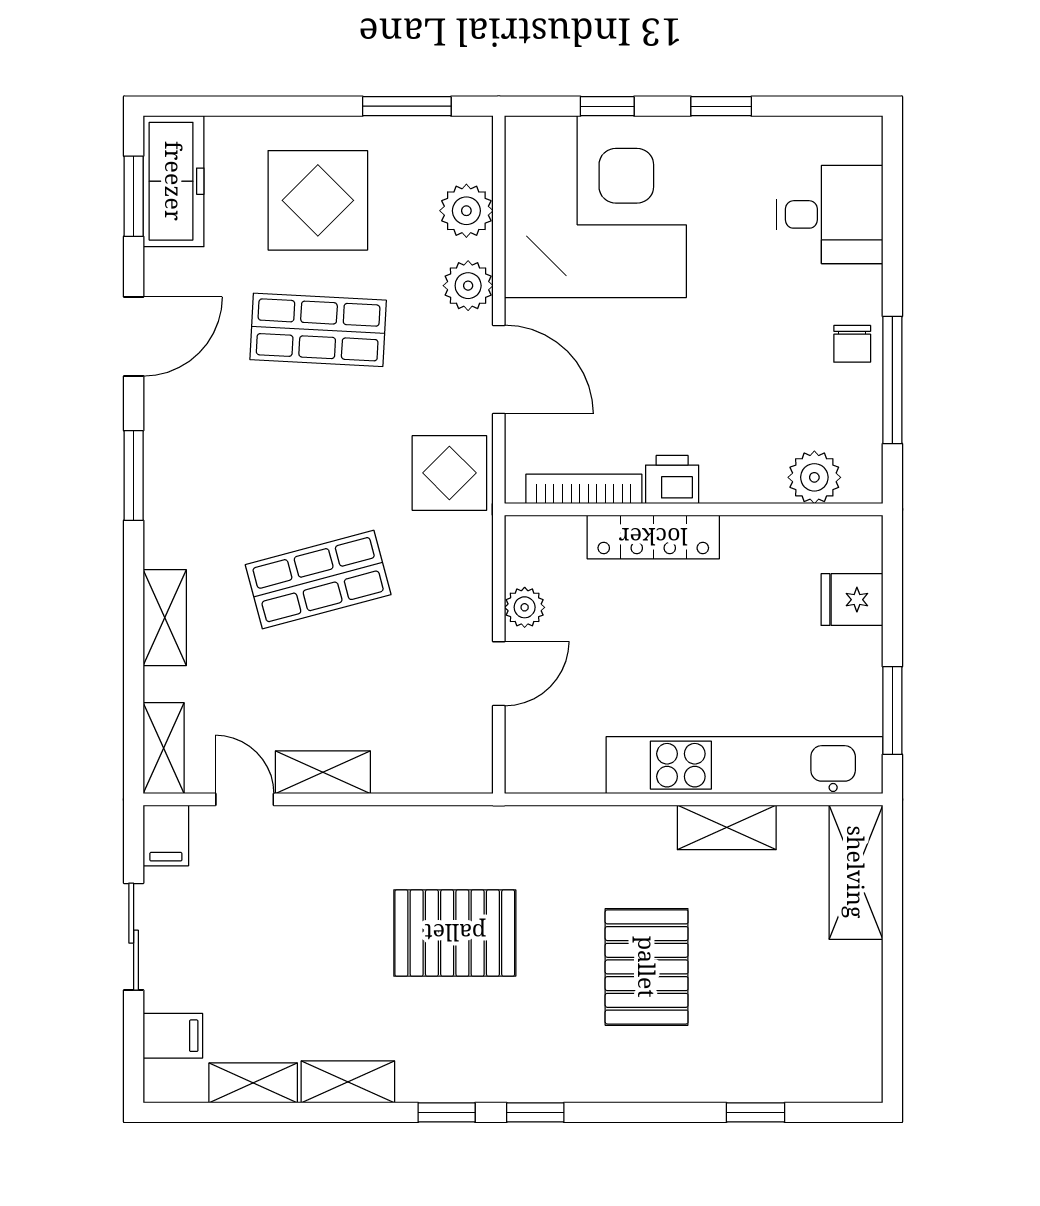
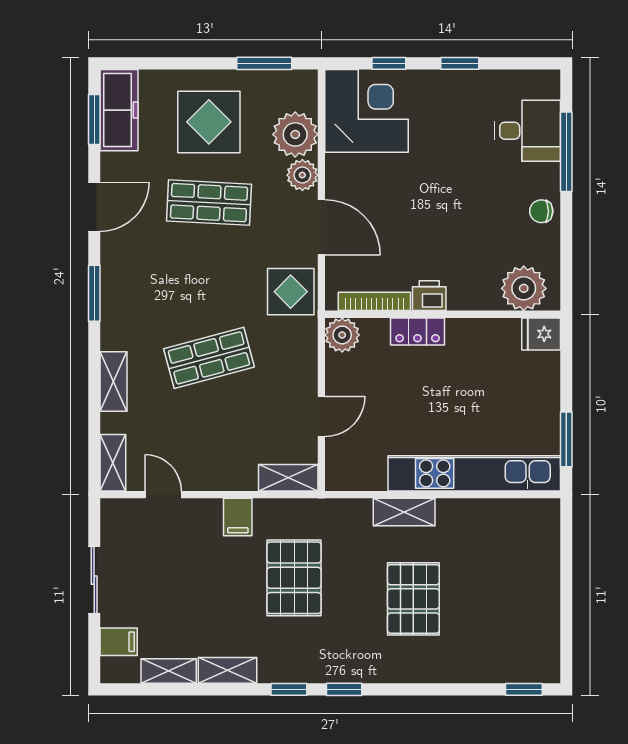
corner desk: (595, 207) -> (367, 111), width x0.74, depth x0.74
plant: (466, 211) -> (295, 134), width x1.36, depth x1.36
chair: (852, 344) -> (541, 211), turned 90
window: (892, 380) -> (566, 152), moved
plant: (814, 477) -> (524, 288), width x1.36, depth x1.36
locker: (653, 537) -> (418, 331), width x0.66
fridge: (852, 600) -> (541, 334), moved
plant: (525, 607) -> (342, 335), moved, width x1.38, depth x1.38
shelving: (323, 772) -> (288, 478), moved
shelving: (727, 827) -> (404, 512), moved
filing cabinet: (166, 835) -> (238, 517), moved
shelving: (856, 872) -> (544, 540), removed
pallet: (455, 933) -> (294, 578), turned 90
window: (756, 1112) -> (524, 689), moved

